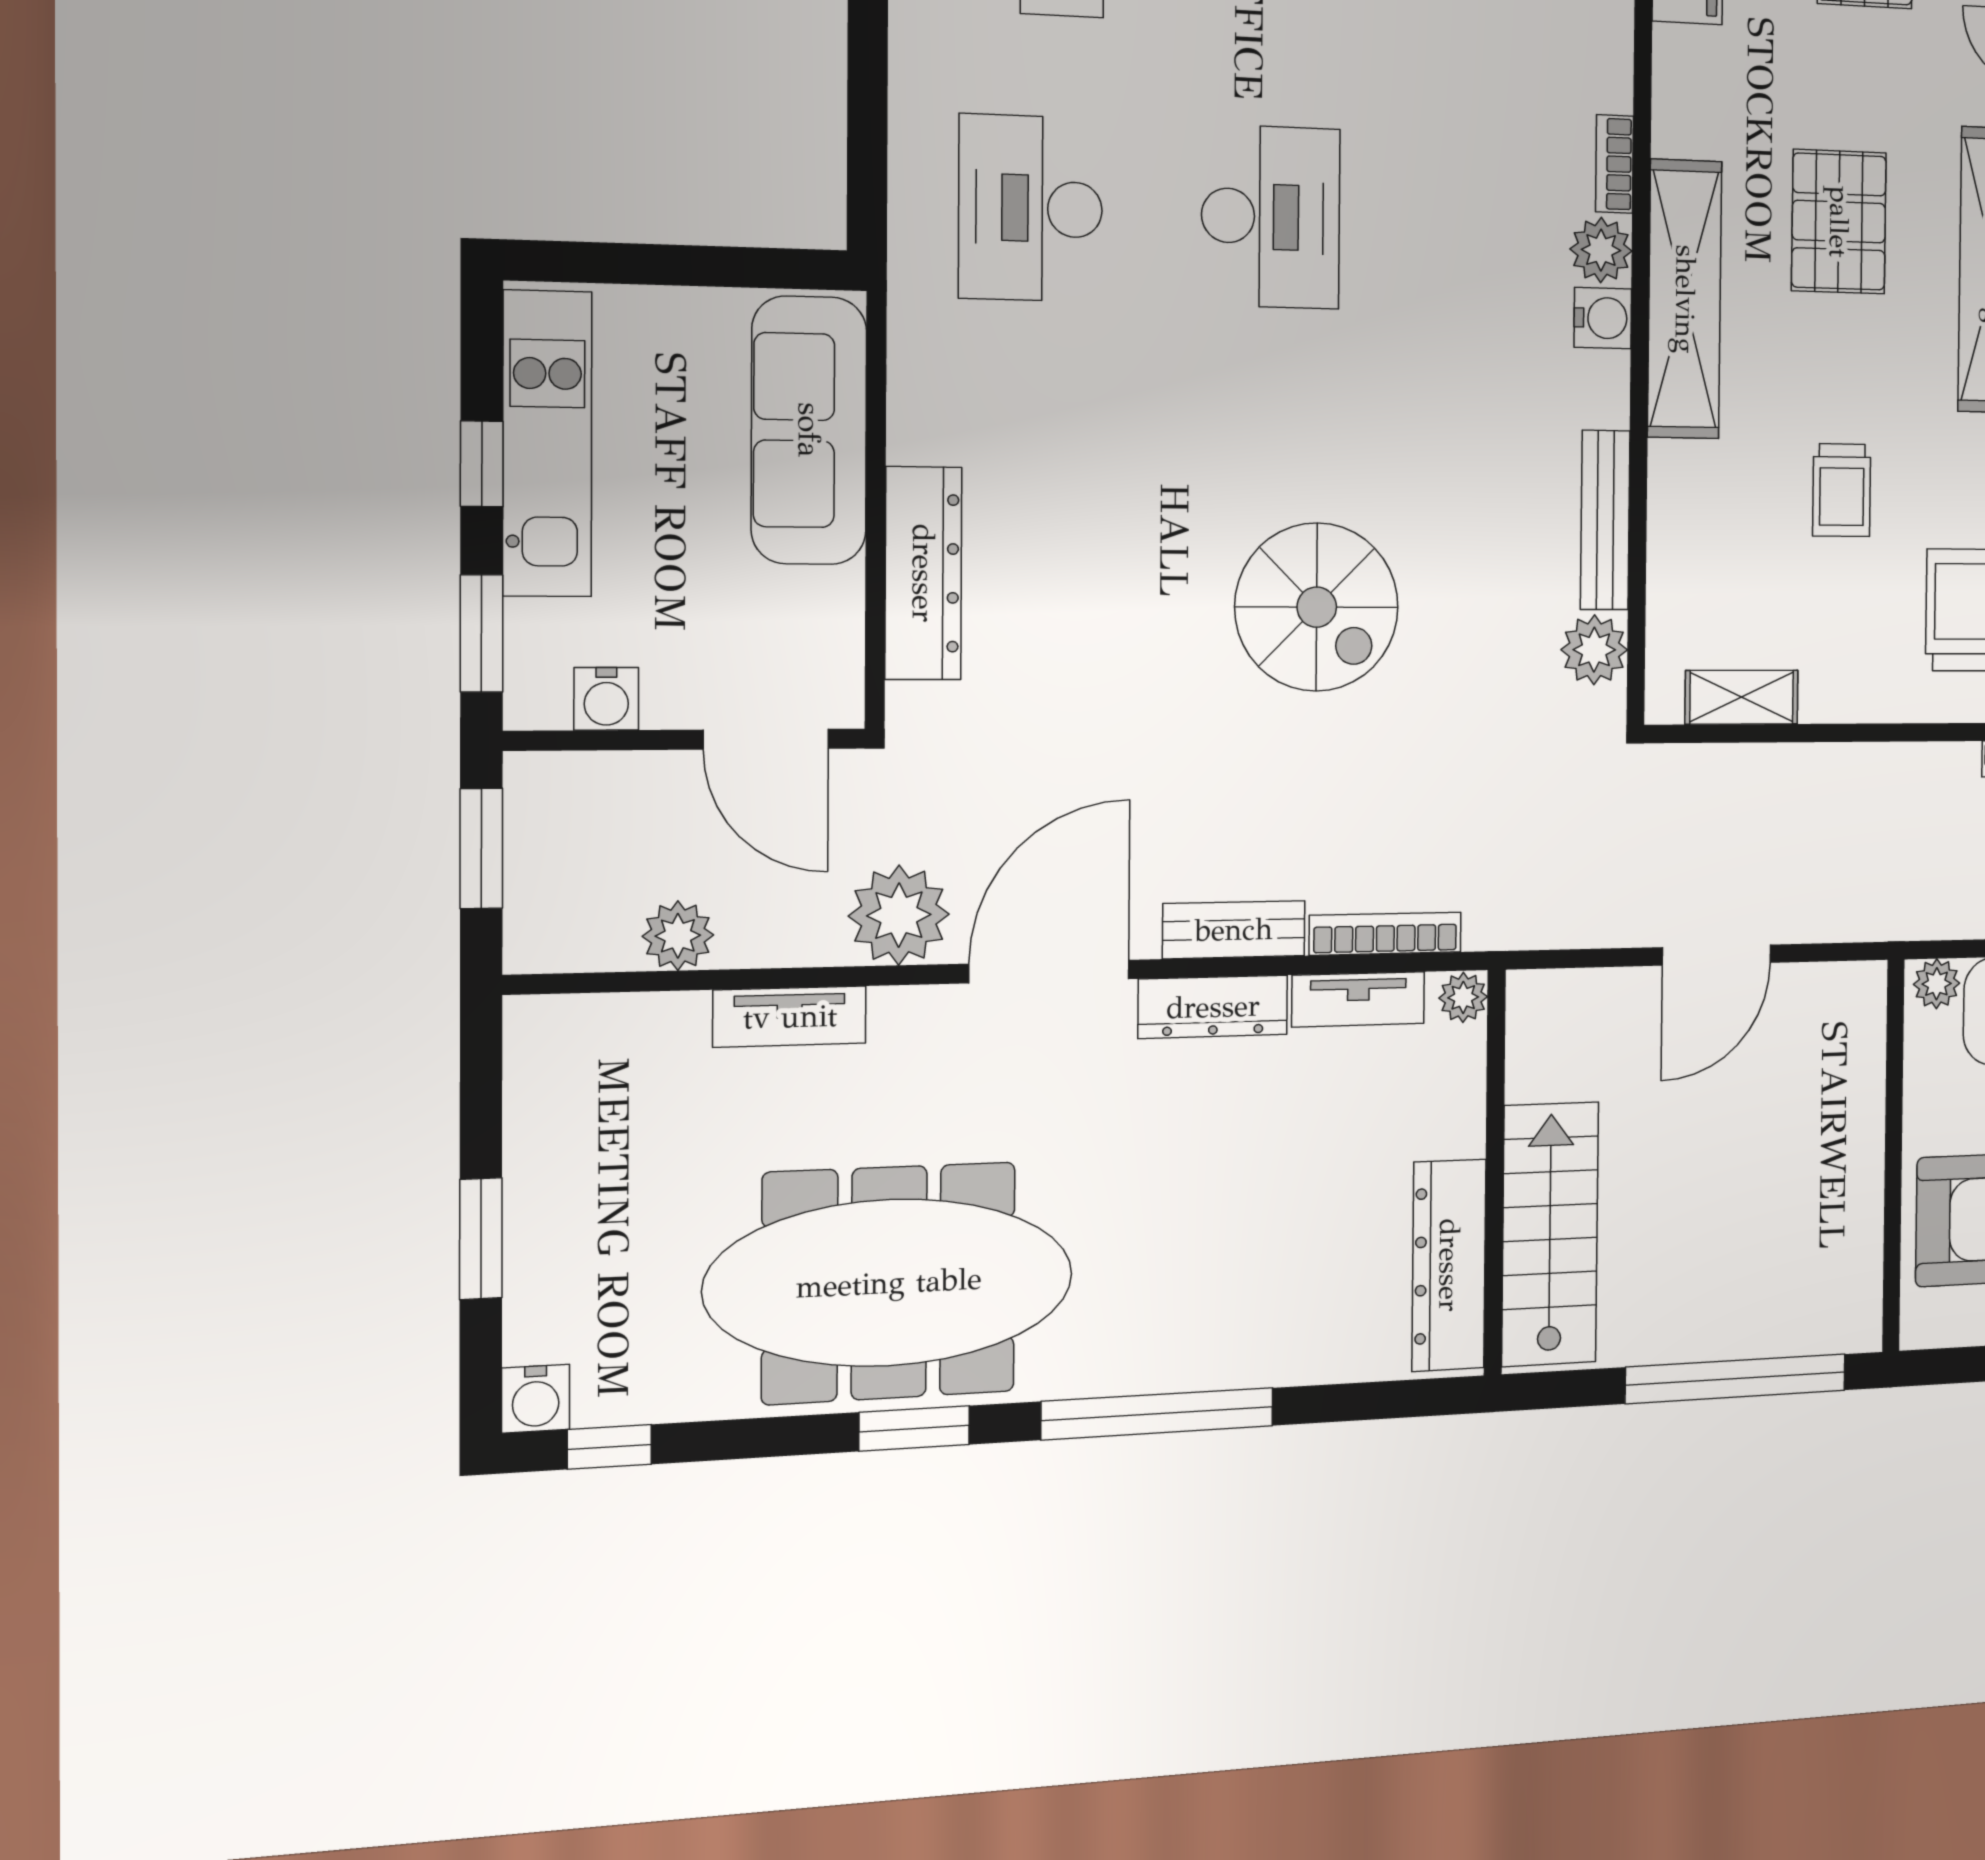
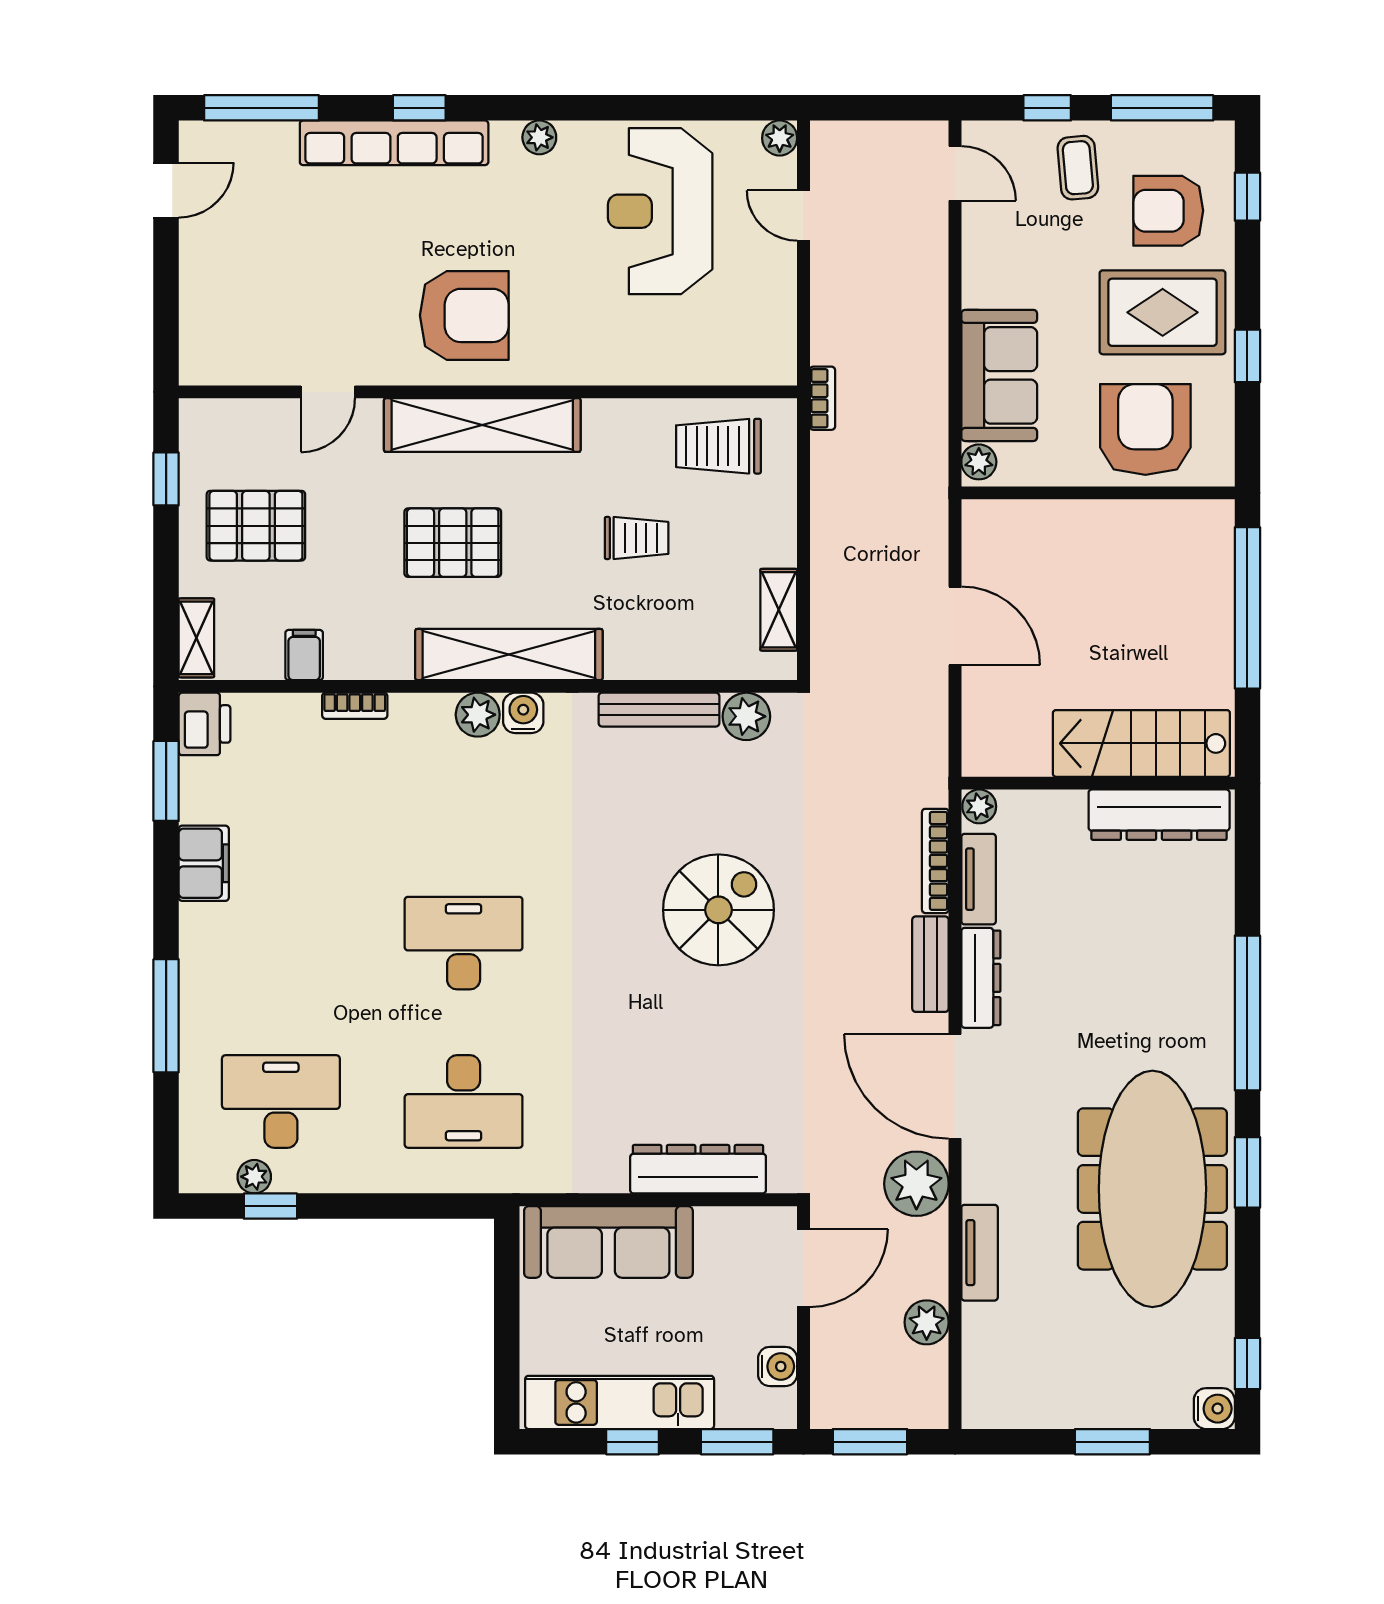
bookcase: (1615, 164) -> (355, 706), moved

